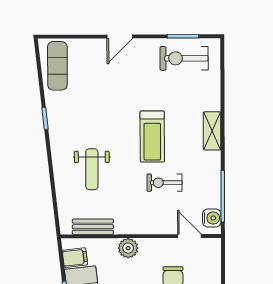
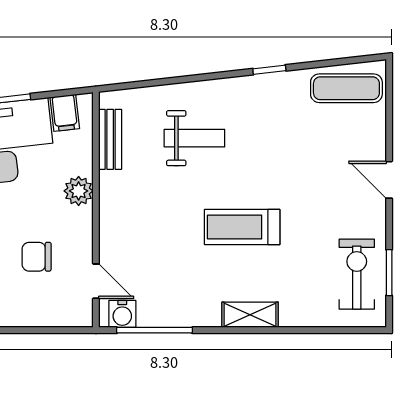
weight bench: (92, 169) -> (194, 138), turned 180
exercise bike: (165, 183) -> (174, 245), removed
door: (189, 236) -> (96, 281), hinge flipped

